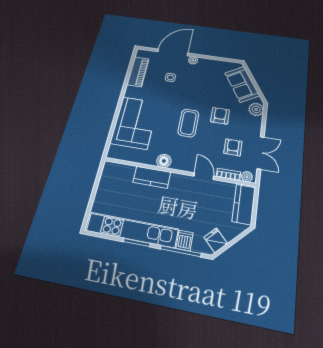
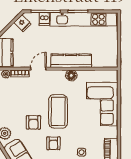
coffee table: (188, 123) -> (58, 111), width x1.36, depth x1.32
armchair: (233, 147) -> (53, 143), moved
door: (204, 176) -> (38, 69), swing flipped
kitchen counter: (152, 177) -> (71, 61), width x1.50

